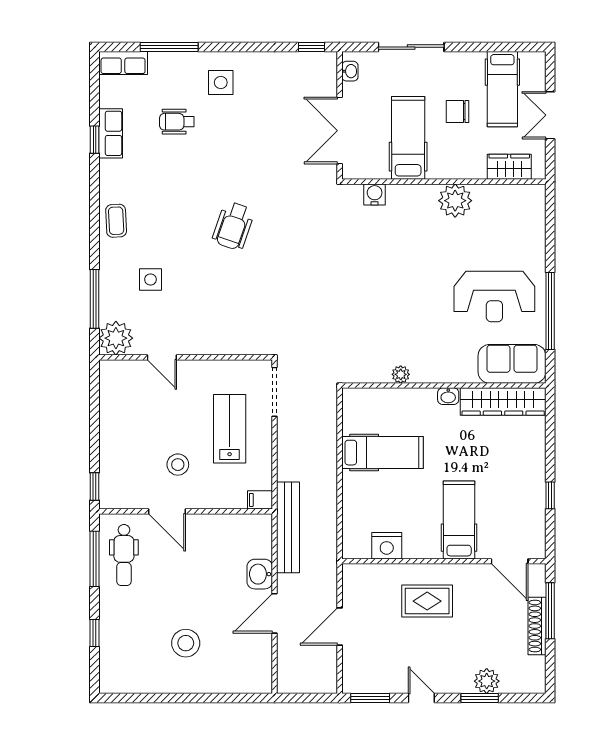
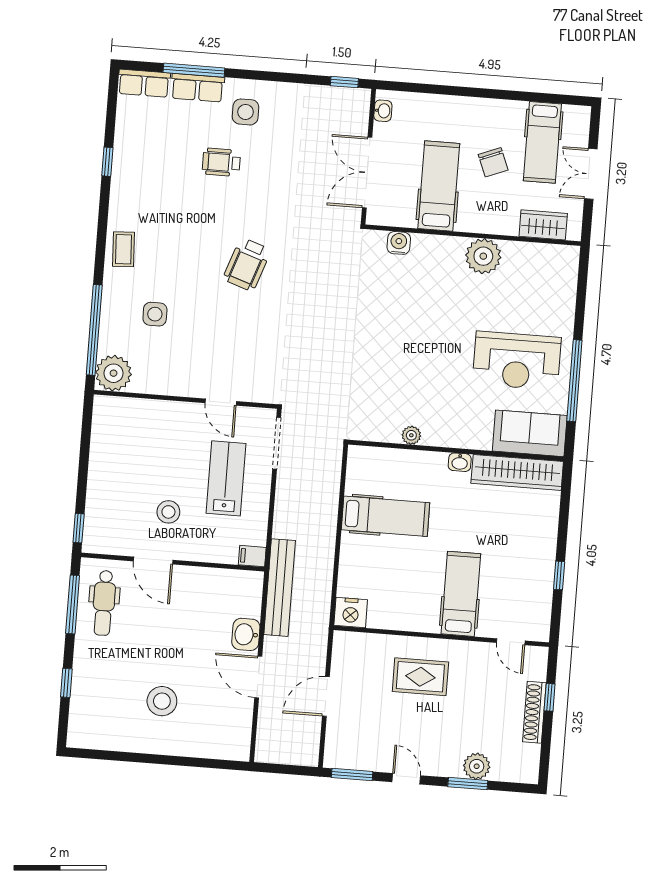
sliding door: (411, 47) -> (450, 90), removed
chair: (457, 112) -> (493, 162), turned -112
wheelchair: (177, 122) -> (221, 162), moved
row of seats: (111, 133) -> (198, 88), moved, turned 90
window: (94, 299) -> (94, 330), width x1.46
door: (162, 357) -> (221, 402), moved
nightstand: (387, 546) -> (351, 613), moved
door: (510, 561) -> (511, 642), width x0.73
window: (550, 611) -> (550, 697), width x0.46
door: (275, 613) -> (258, 677), hinge flipped

